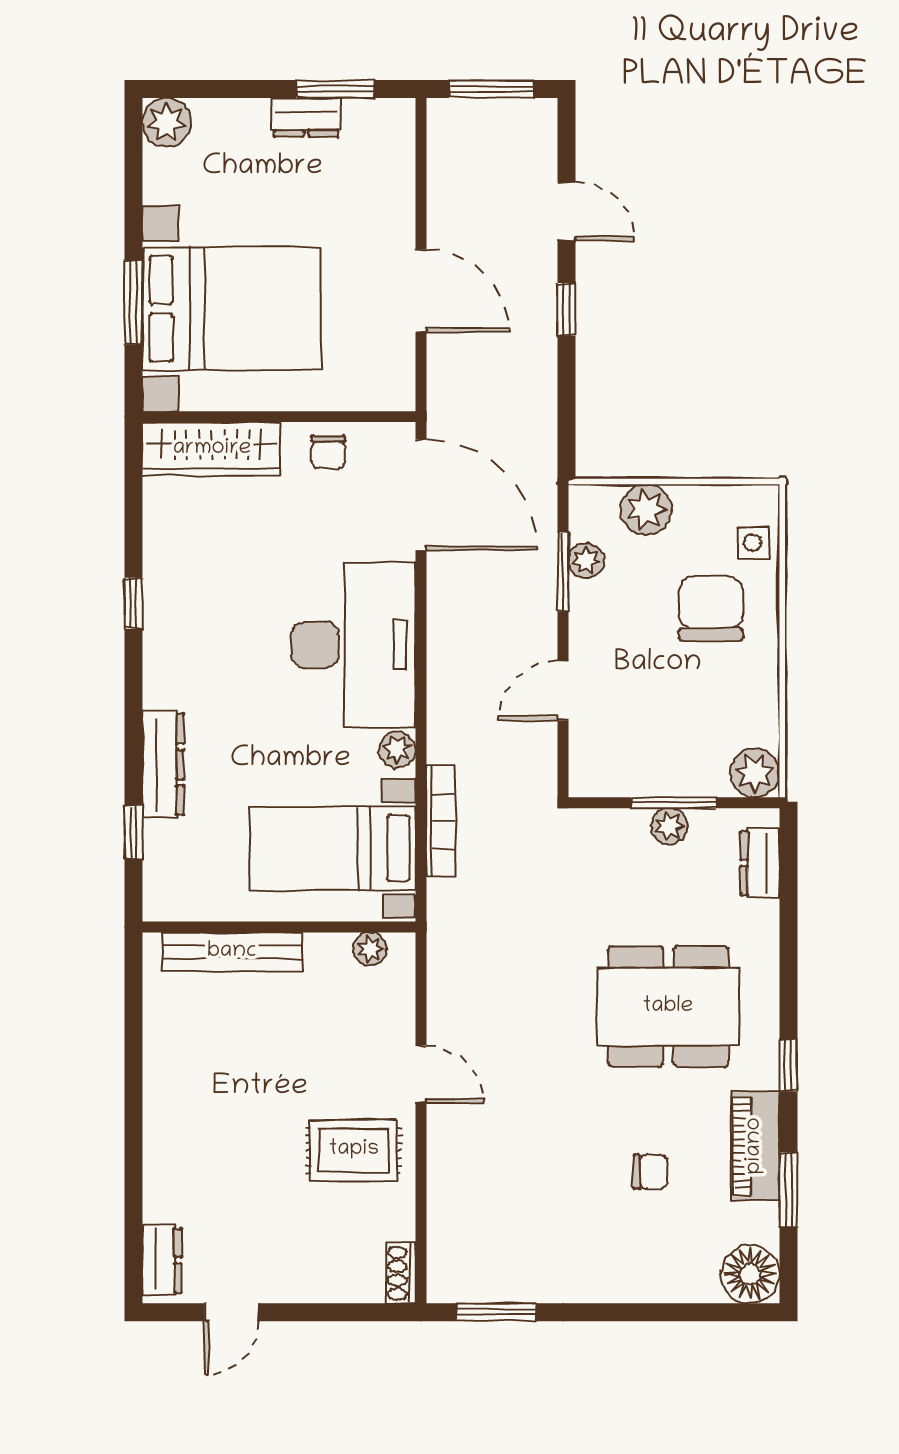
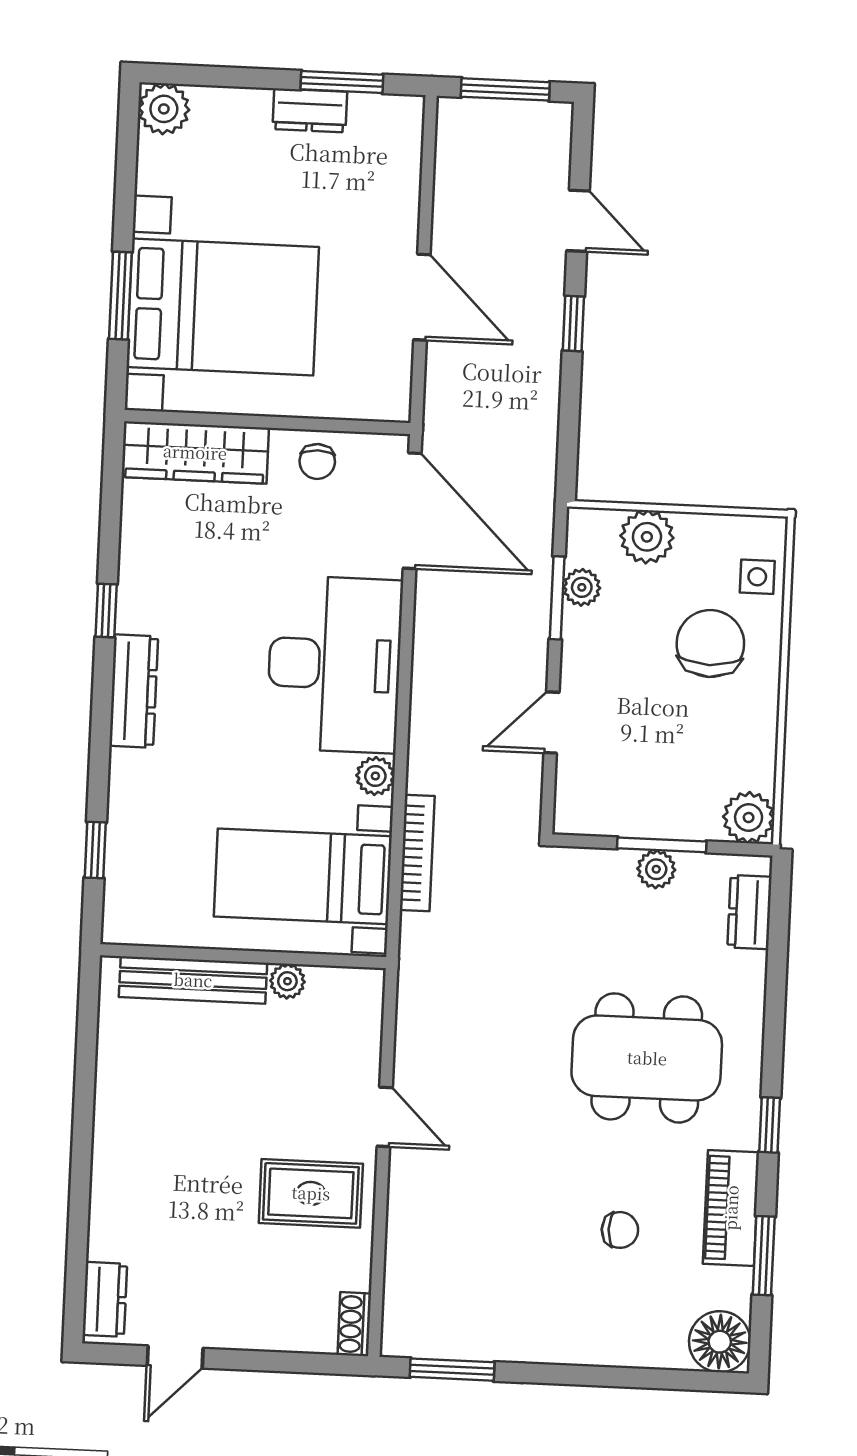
dresser: (163, 764) -> (134, 691), moved
plant: (370, 949) -> (287, 981), moved

